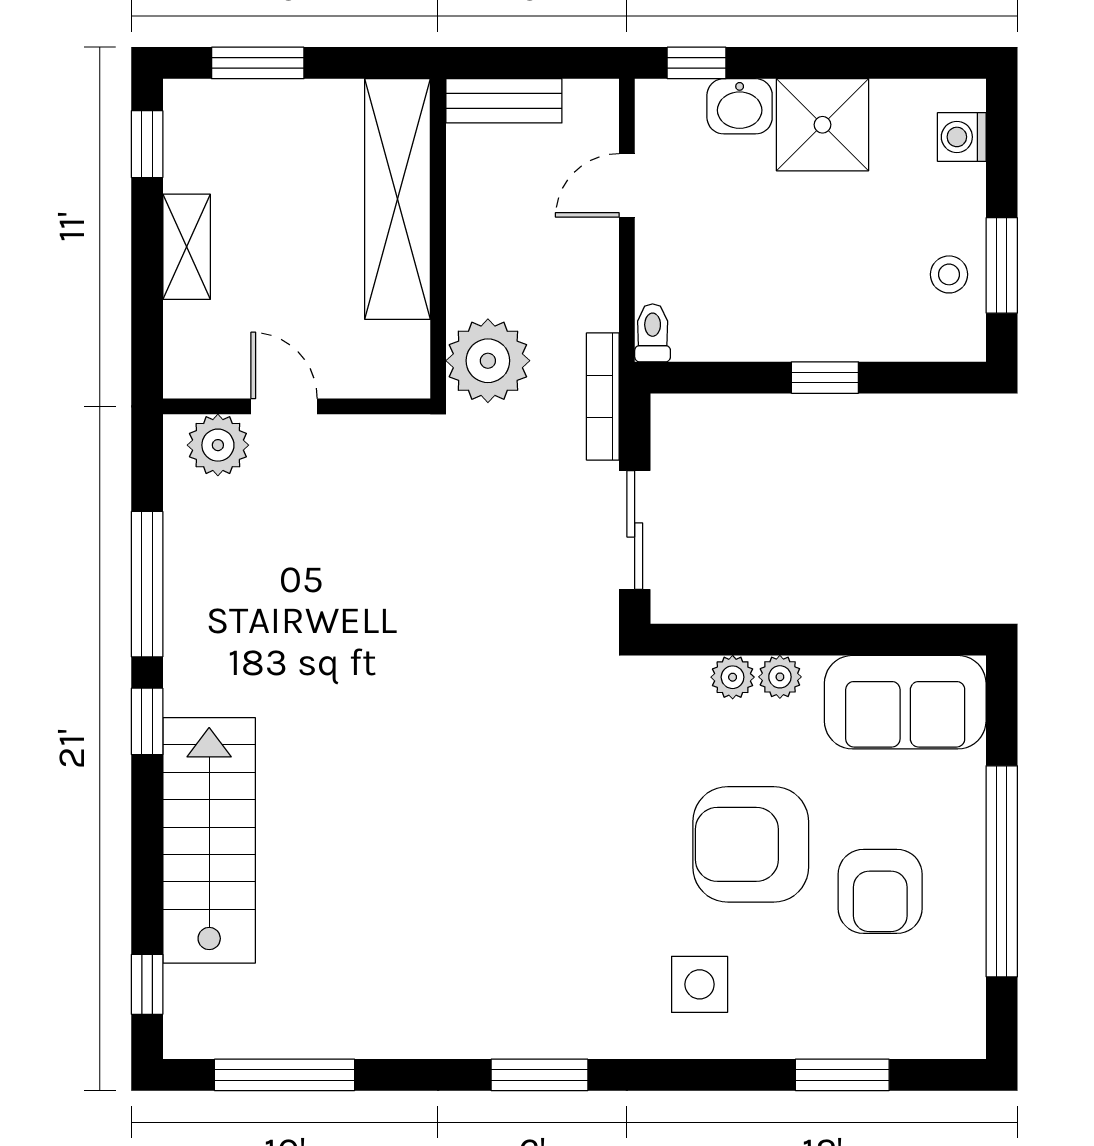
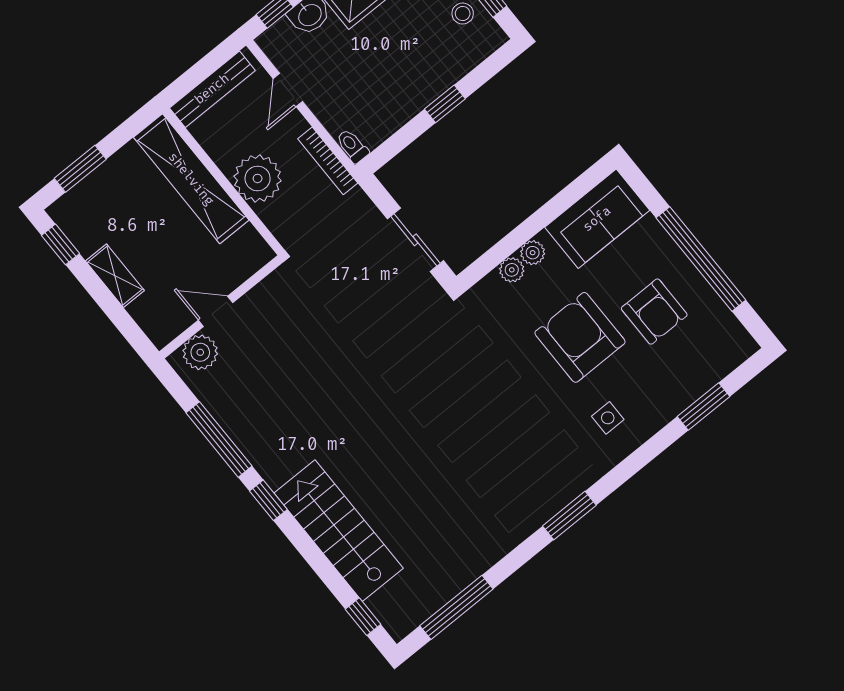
bench: (504, 101) -> (212, 89), width x1.36
plant: (488, 361) -> (258, 178), moved
bookcase: (603, 396) -> (328, 161), moved
armchair: (751, 844) -> (580, 337), turned 90
side table: (700, 984) -> (608, 418), width x0.73, depth x0.73

